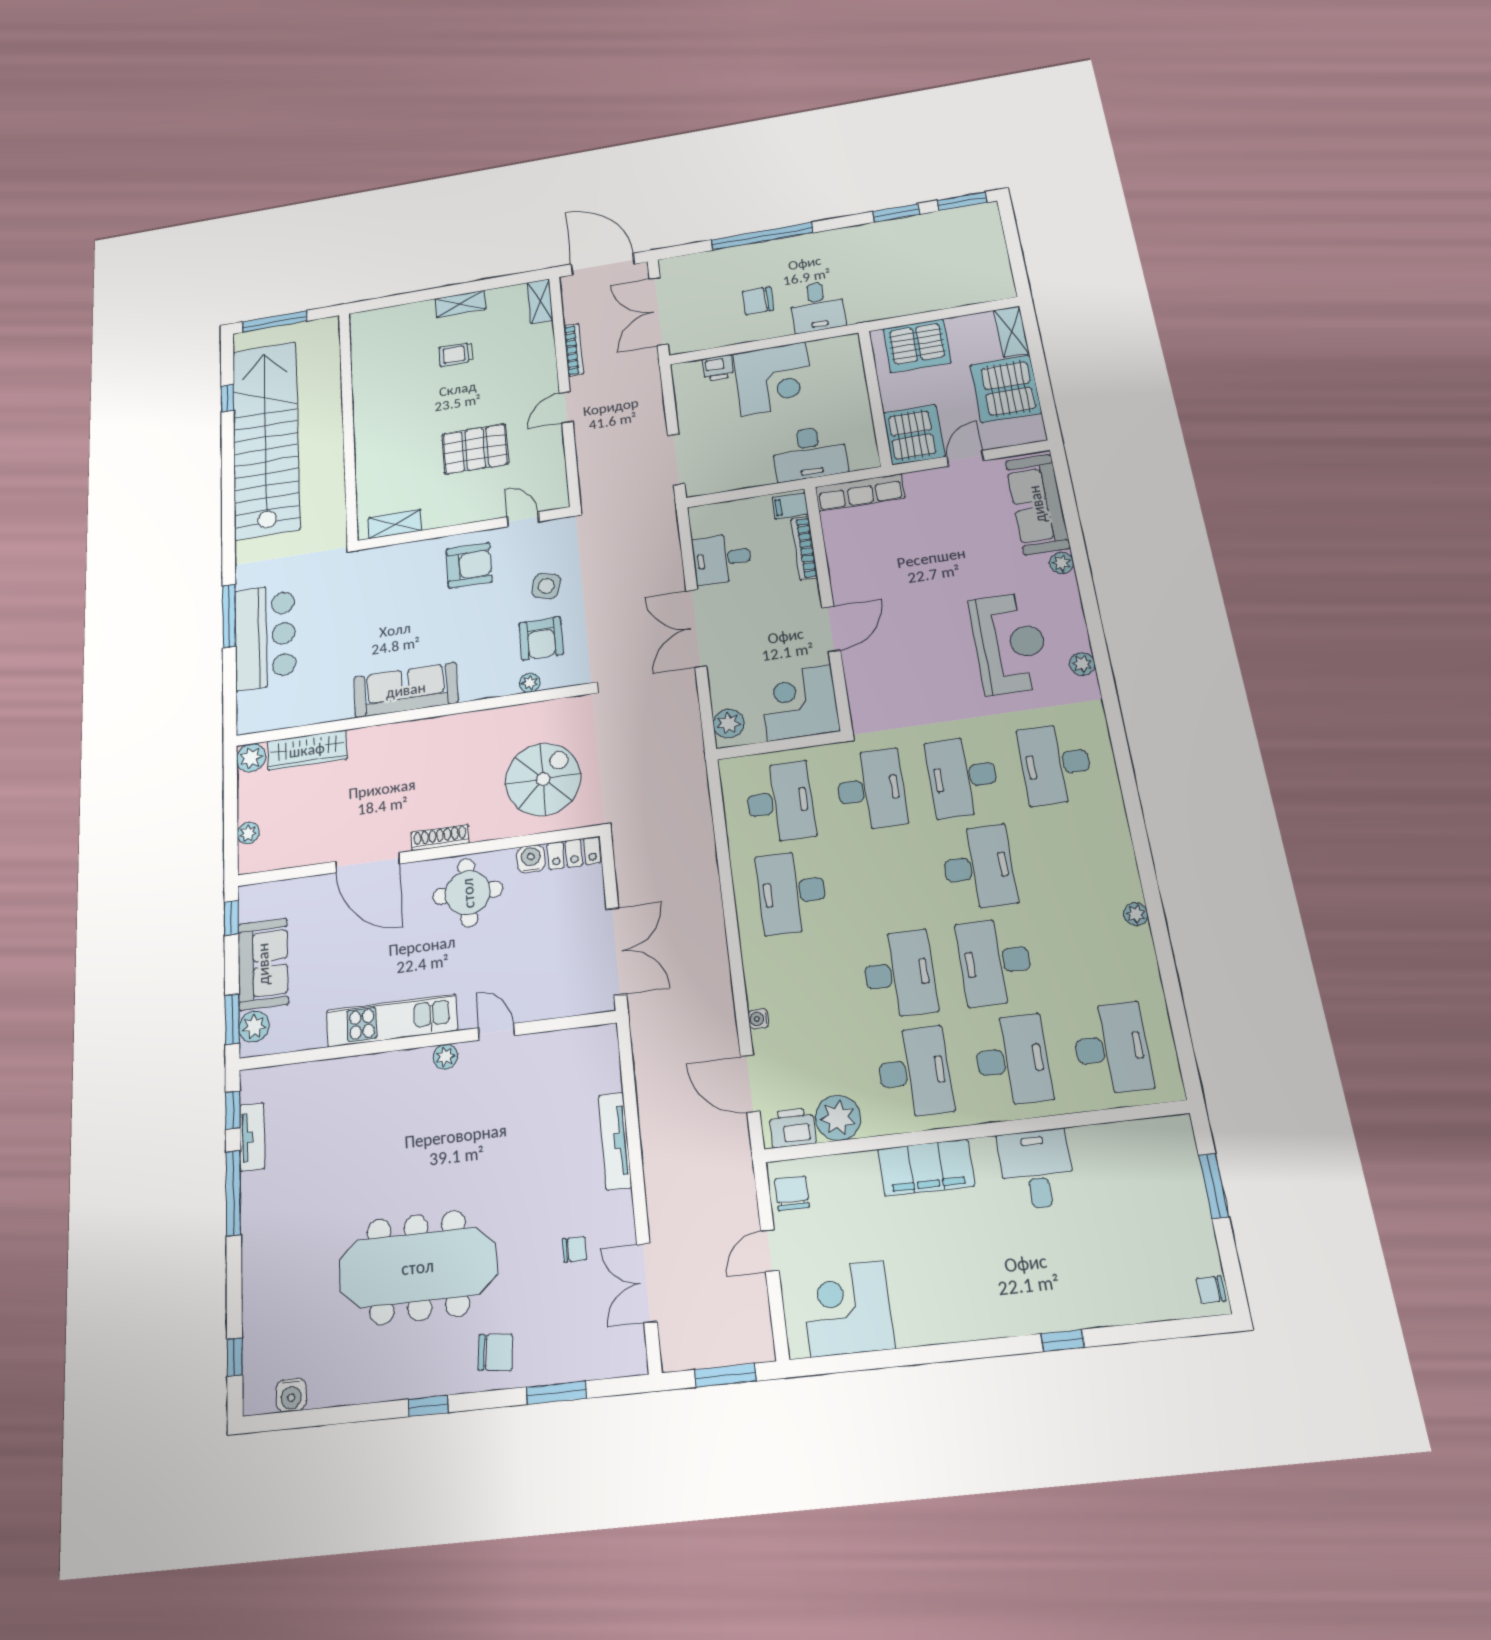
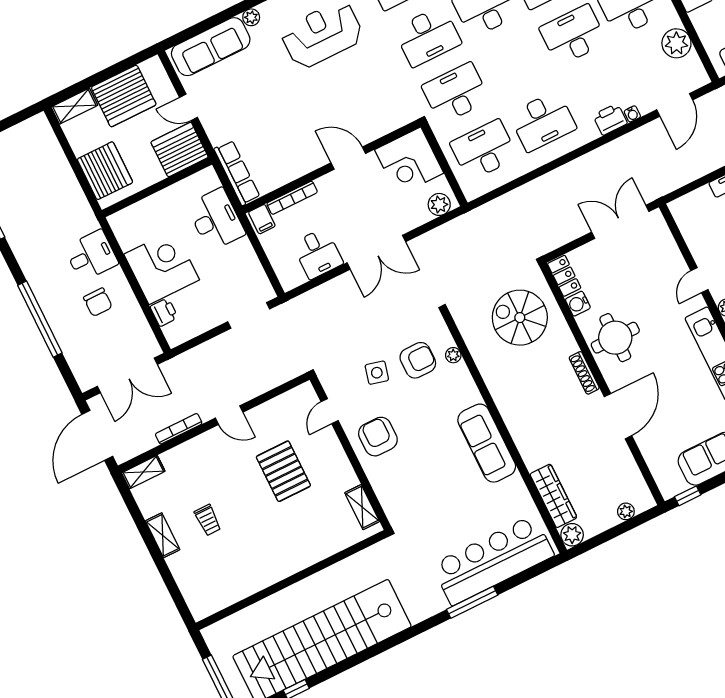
bar counter: (265, 636) -> (493, 560), width x1.36
printer: (792, 1128) -> (610, 119), moved, turned 90

